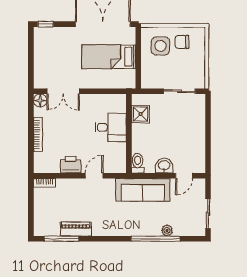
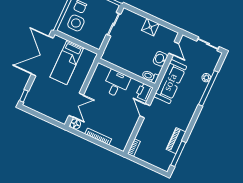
shower: (140, 114) -> (150, 27), moved
printer: (71, 165) -> (144, 92), moved

